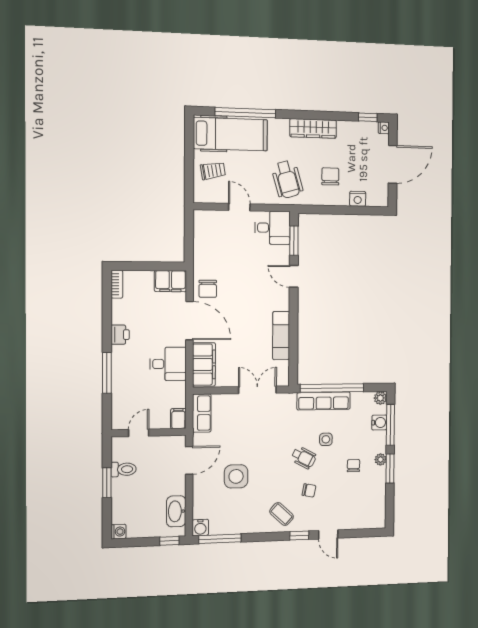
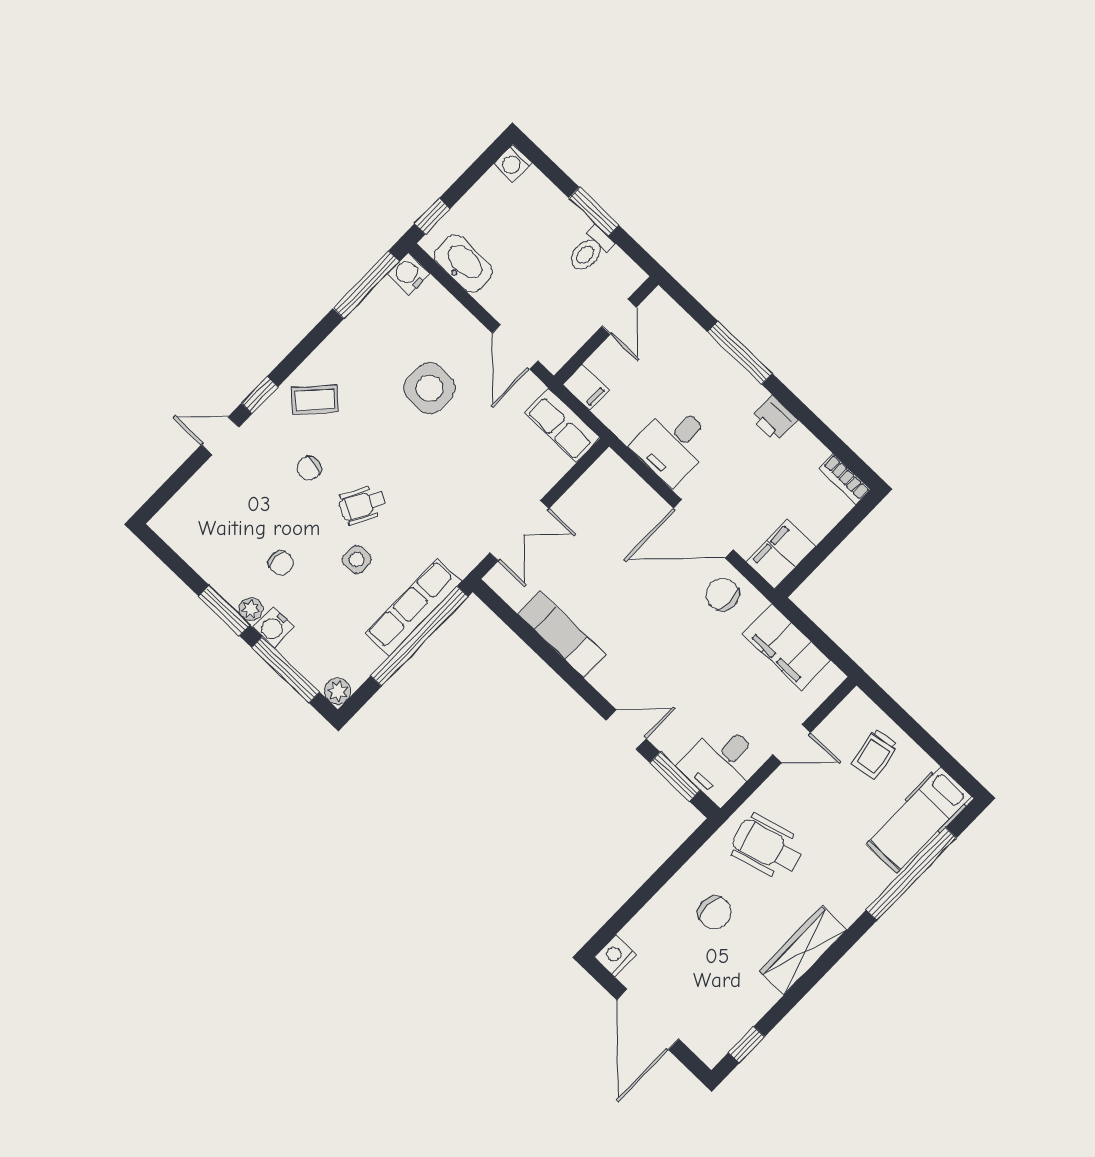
nightstand: (384, 128) -> (711, 1054), removed
hospital bed: (230, 134) -> (919, 820), width x0.73, depth x0.78
nightstand: (358, 199) -> (615, 956), moved
filing cabinet: (204, 364) -> (786, 647), moved
water cooler: (379, 423) -> (274, 627), moved

